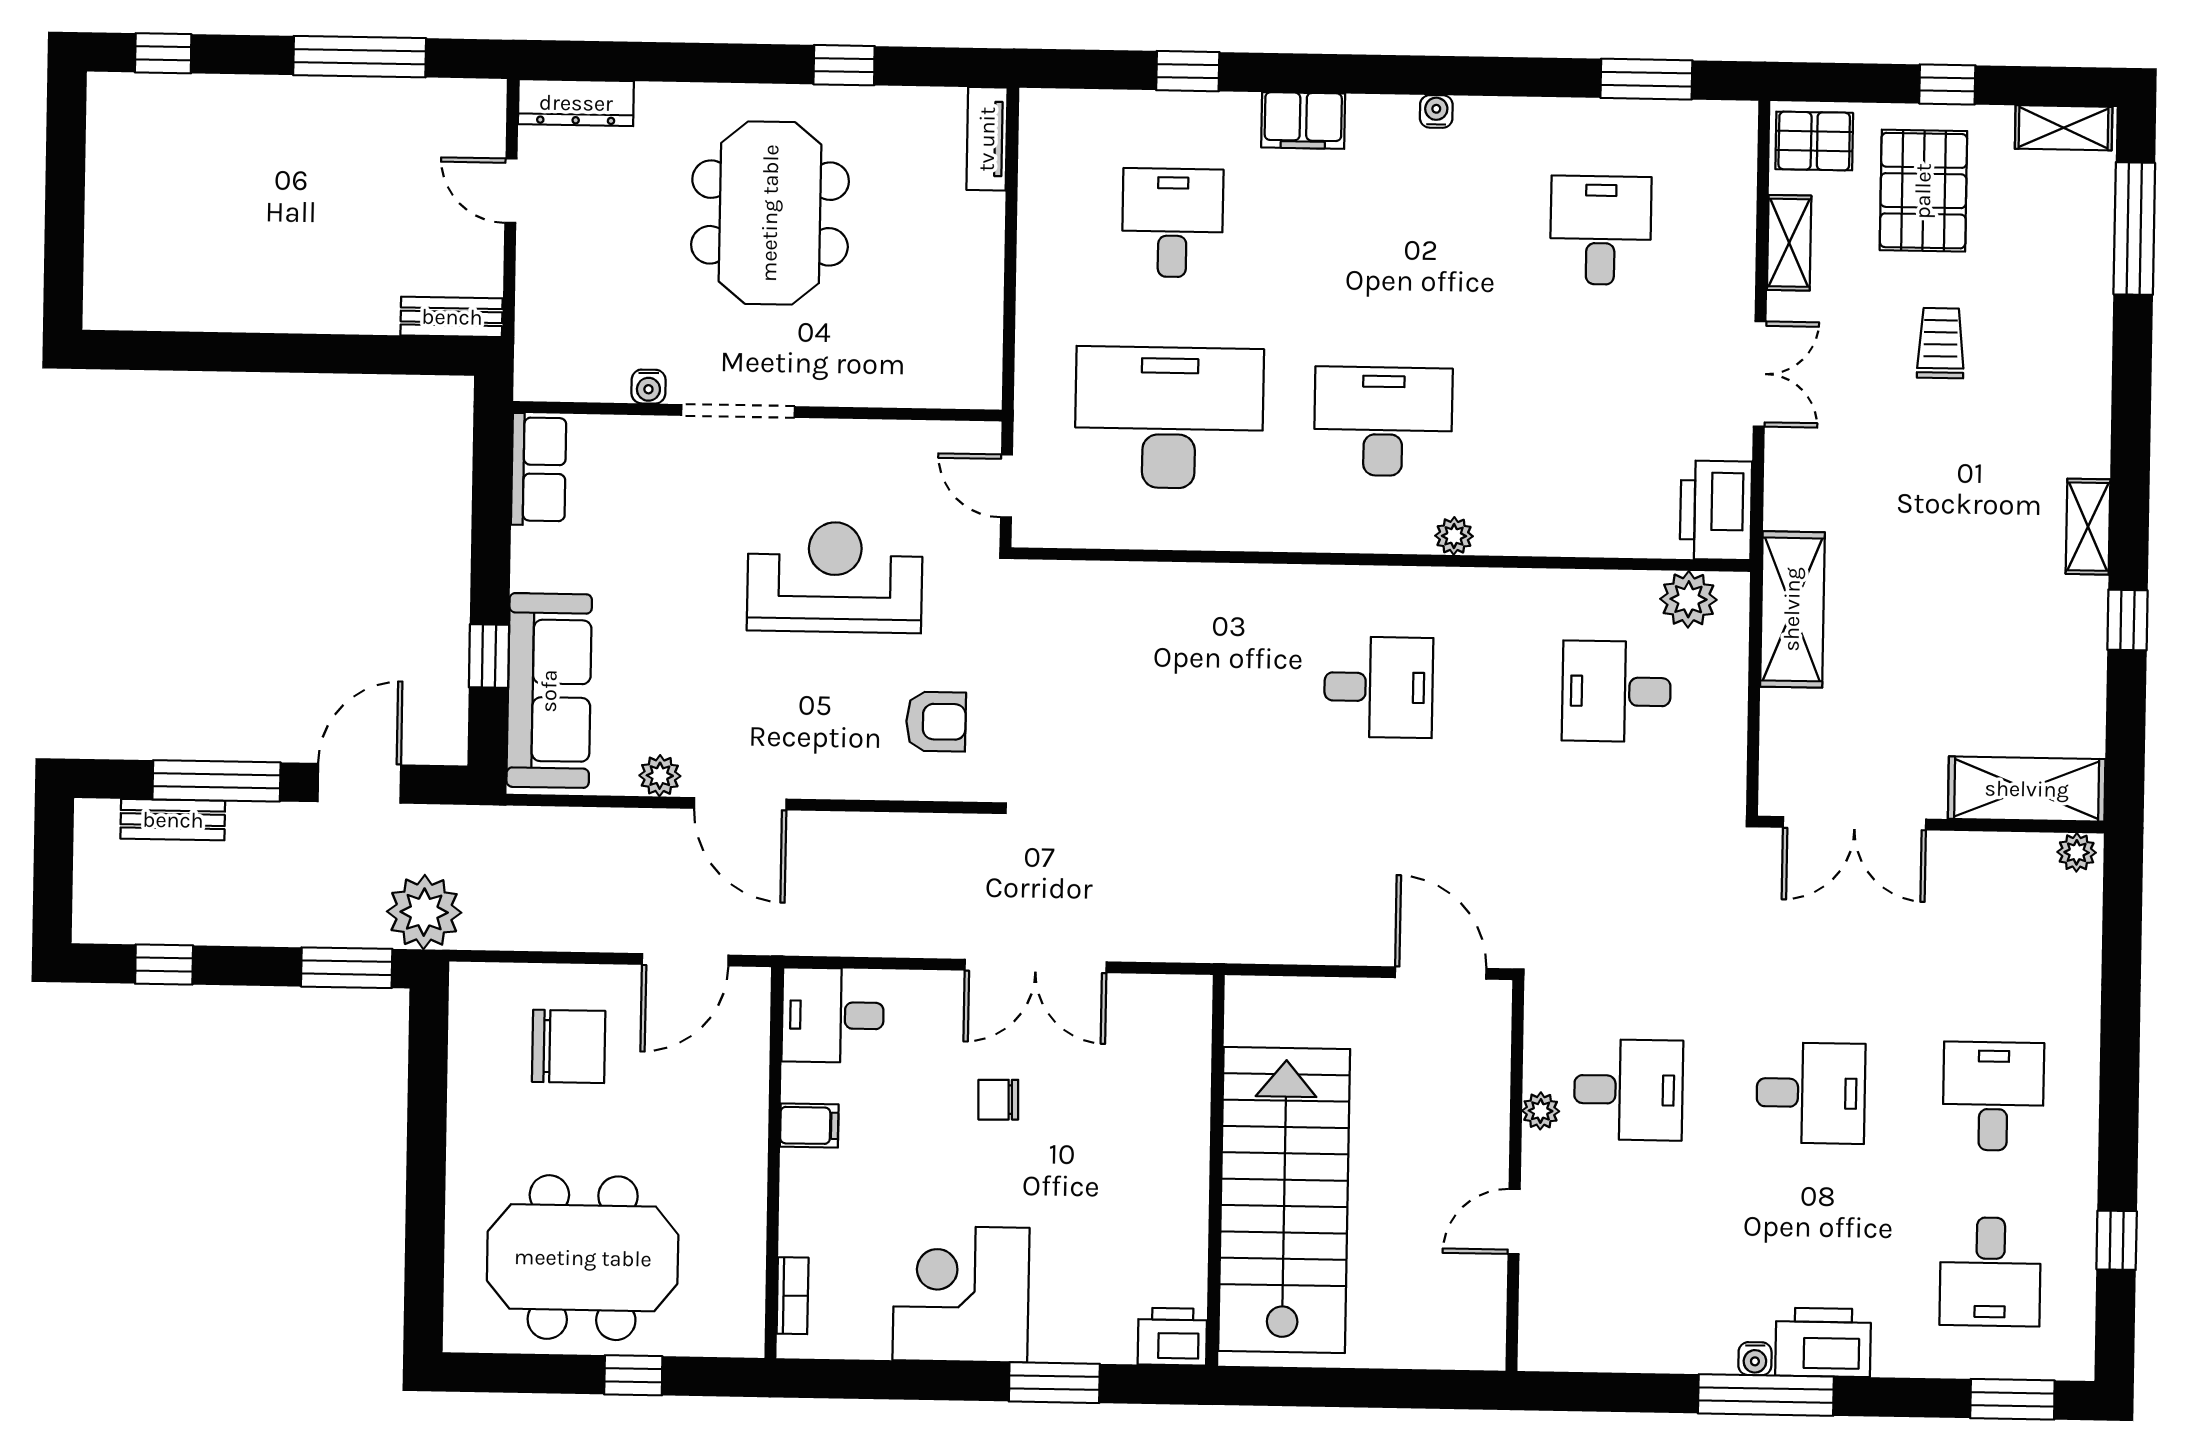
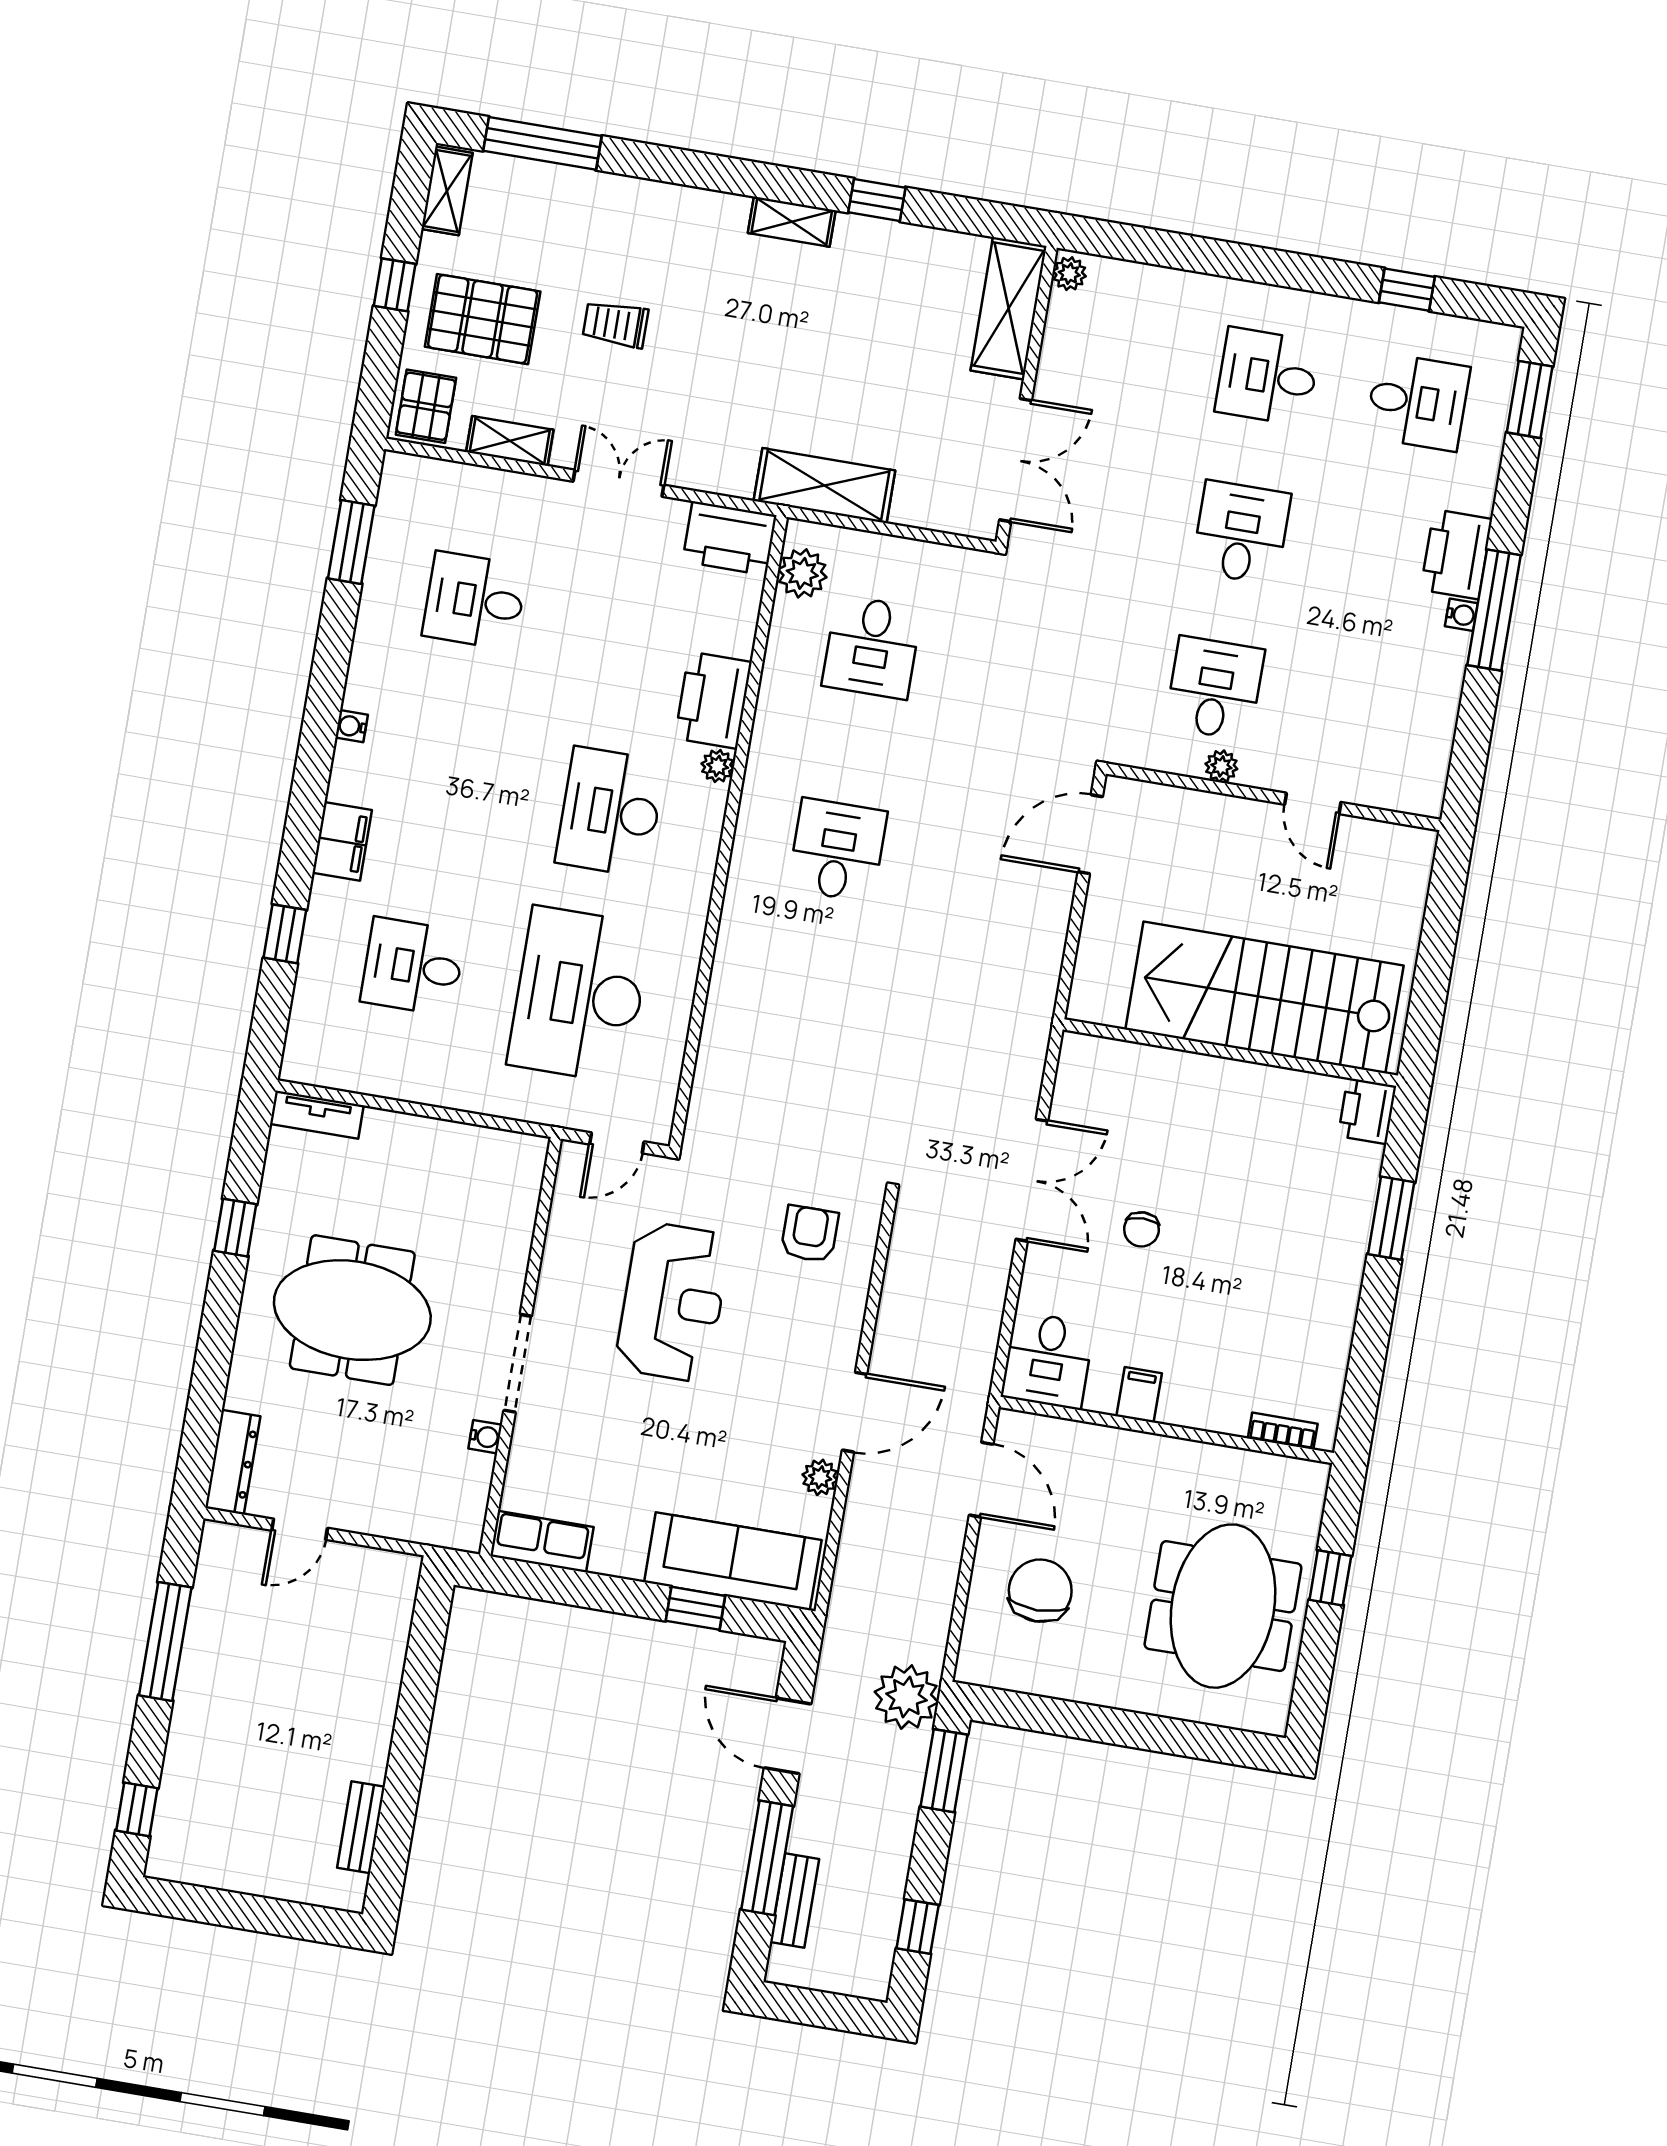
bench: (452, 317) -> (361, 1827), moved
printer: (1528, 520) -> (713, 700), added
reception desk: (835, 577) -> (673, 1302), turned 180
corner desk: (961, 1294) -> (1303, 1287), removed

